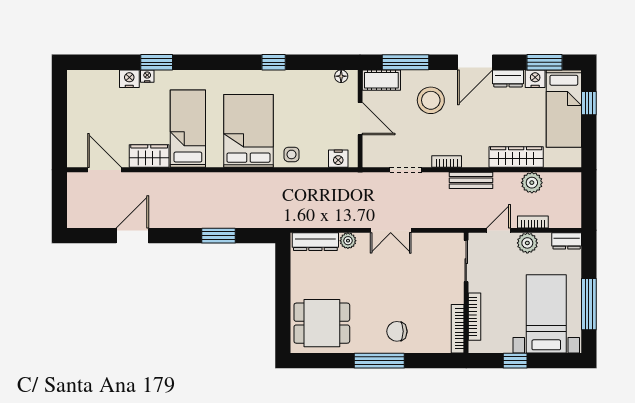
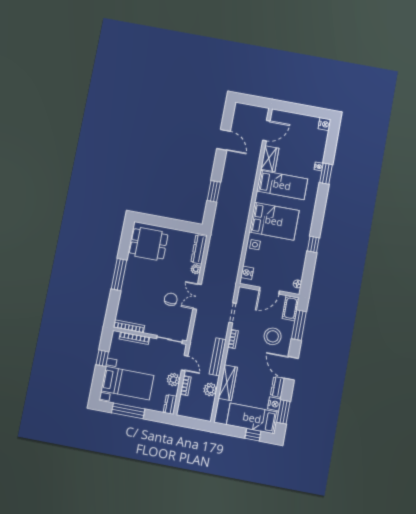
nightstand: (129, 79) -> (324, 124), moved
bench: (471, 180) -> (218, 357), width x1.36
dining table: (322, 323) -> (149, 244), turned 90
chair: (397, 331) -> (171, 299), moved

